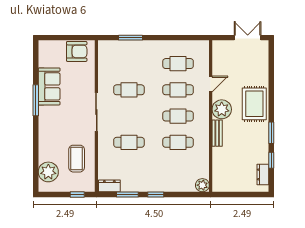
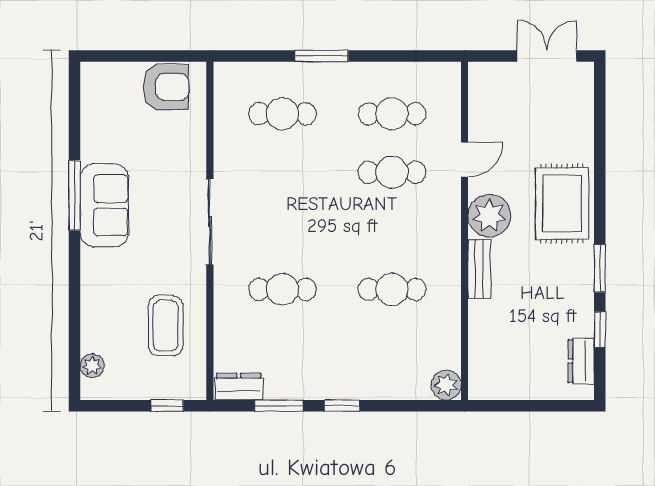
window: (131, 38) -> (322, 56), moved
sofa: (49, 86) -> (104, 205), moved
cafe table: (129, 90) -> (282, 114), moved
cafe table: (178, 116) -> (392, 231), removed
plant: (48, 172) -> (92, 366), width x0.53, depth x0.53

